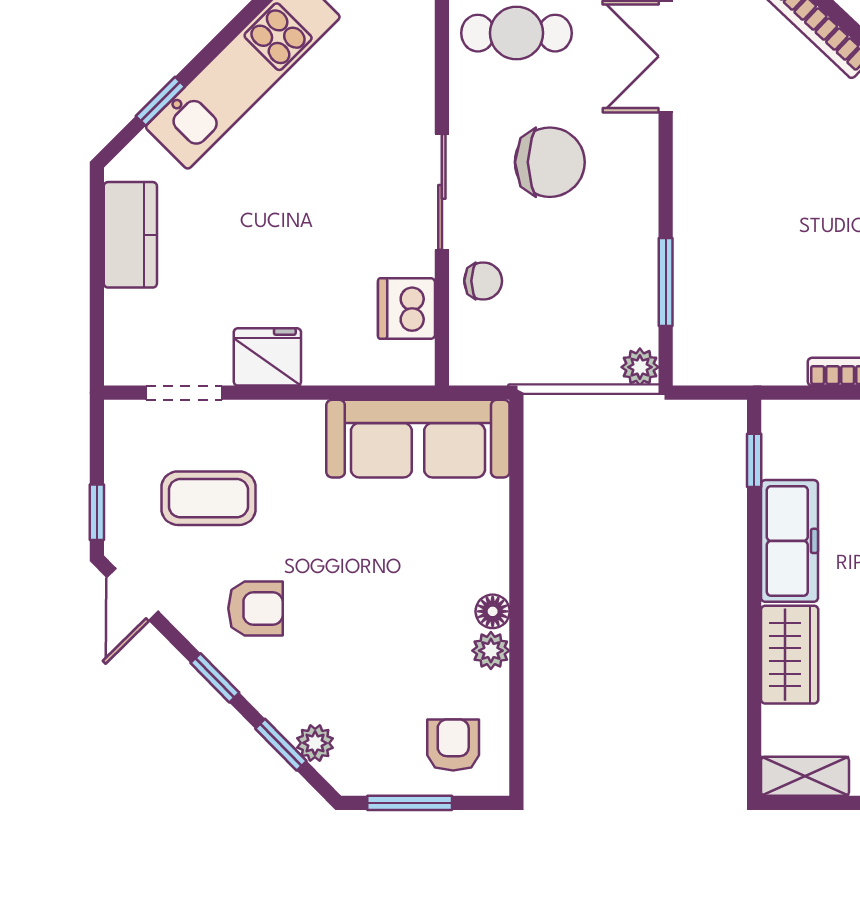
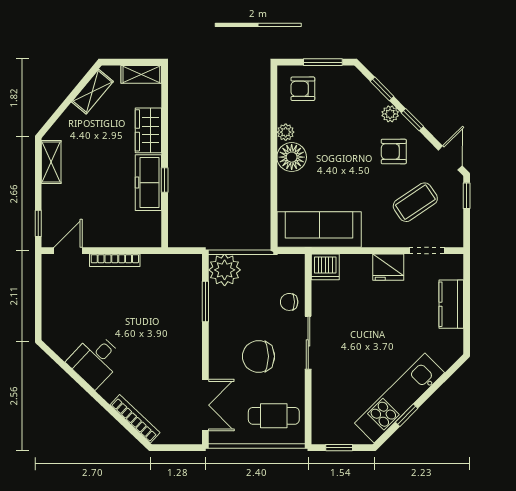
window: (160, 101) -> (407, 415), moved
kitchen counter: (130, 235) -> (451, 304), moved
dishwasher: (406, 309) -> (325, 267), moved, turned 90
plant: (640, 367) -> (225, 270), width x1.88, depth x1.88
window: (754, 460) -> (165, 180), moved
coffee table: (208, 498) -> (415, 202), turned -34
floor lamp: (493, 611) -> (292, 157), width x1.89, depth x1.89
plant: (315, 743) -> (390, 114), moved
armchair: (453, 745) -> (303, 89), turned 90

